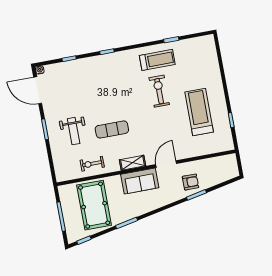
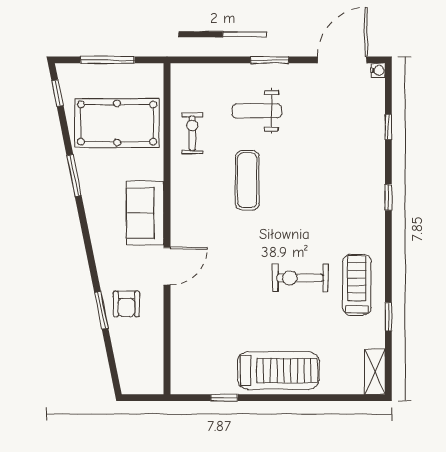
treadmill: (157, 60) -> (357, 285), turned 180
exercise bike: (159, 91) -> (300, 278), turned 180
treadmill: (199, 112) -> (278, 371), moved
shelving: (133, 163) -> (375, 372), moved
door: (166, 164) -> (167, 266), hinge flipped

